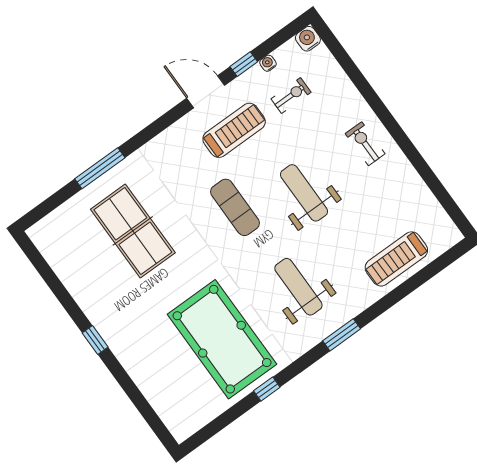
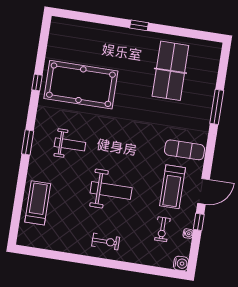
exercise mat: (235, 207) -> (185, 150), moved
table tennis table: (133, 231) -> (170, 71), moved, turned 90
weight bench: (298, 287) -> (70, 144), width x0.73, depth x0.75

